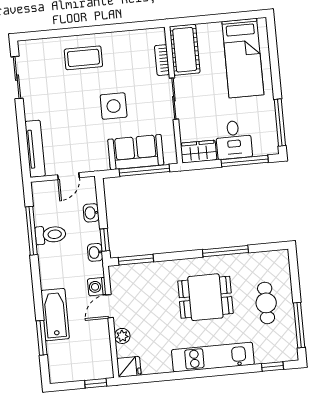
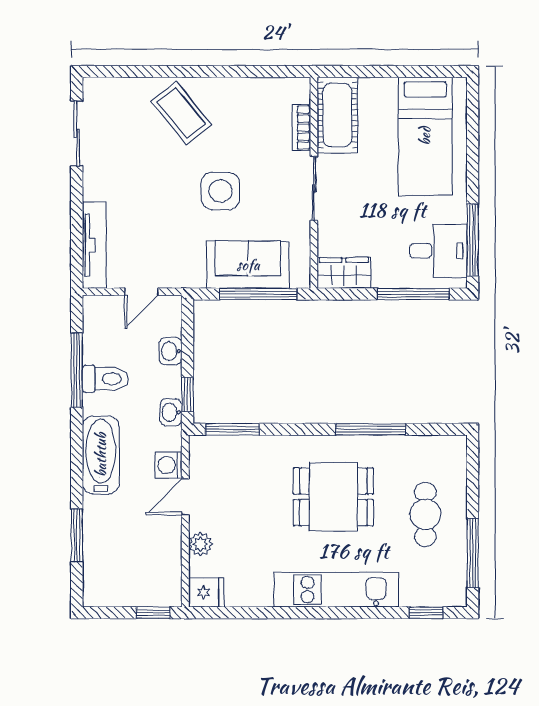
coffee table: (83, 58) -> (181, 113), turned 51
desk: (234, 140) -> (438, 251), moved, turned -90
bathtub: (55, 315) -> (101, 455), moved

